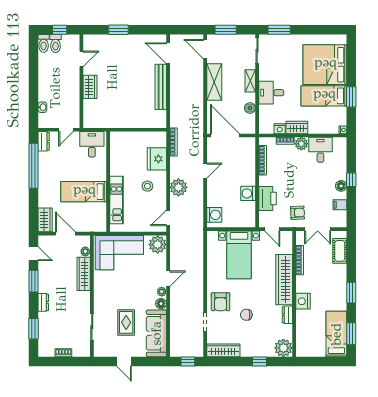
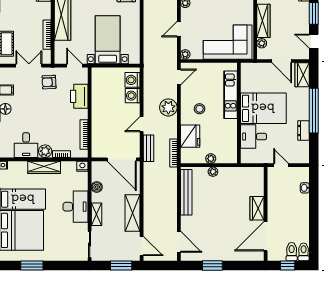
window: (118, 30) -> (212, 265), moved
window: (279, 30) -> (32, 265), moved
door: (81, 59) -> (266, 236), width x1.87
bench: (161, 87) -> (186, 192), moved
desk: (271, 93) -> (75, 207), width x1.37
plant: (134, 123) -> (213, 172), added
wardrobe: (297, 128) -> (44, 167), width x1.50
nightstand: (280, 129) -> (82, 166), moved
door: (66, 130) -> (281, 165), hinge flipped
plant: (136, 136) -> (211, 159), added
dresser: (44, 141) -> (303, 131), moved
desk: (92, 144) -> (254, 137), moved, turned 90
bench: (198, 147) -> (149, 148), added
window: (34, 166) -> (314, 111), moved
bed: (84, 192) -> (263, 108), width x1.50
washing machine: (248, 193) -> (133, 96), moved, turned 180
plant: (158, 245) -> (185, 54), width x0.53, depth x0.53
door: (168, 279) -> (179, 29), moved

